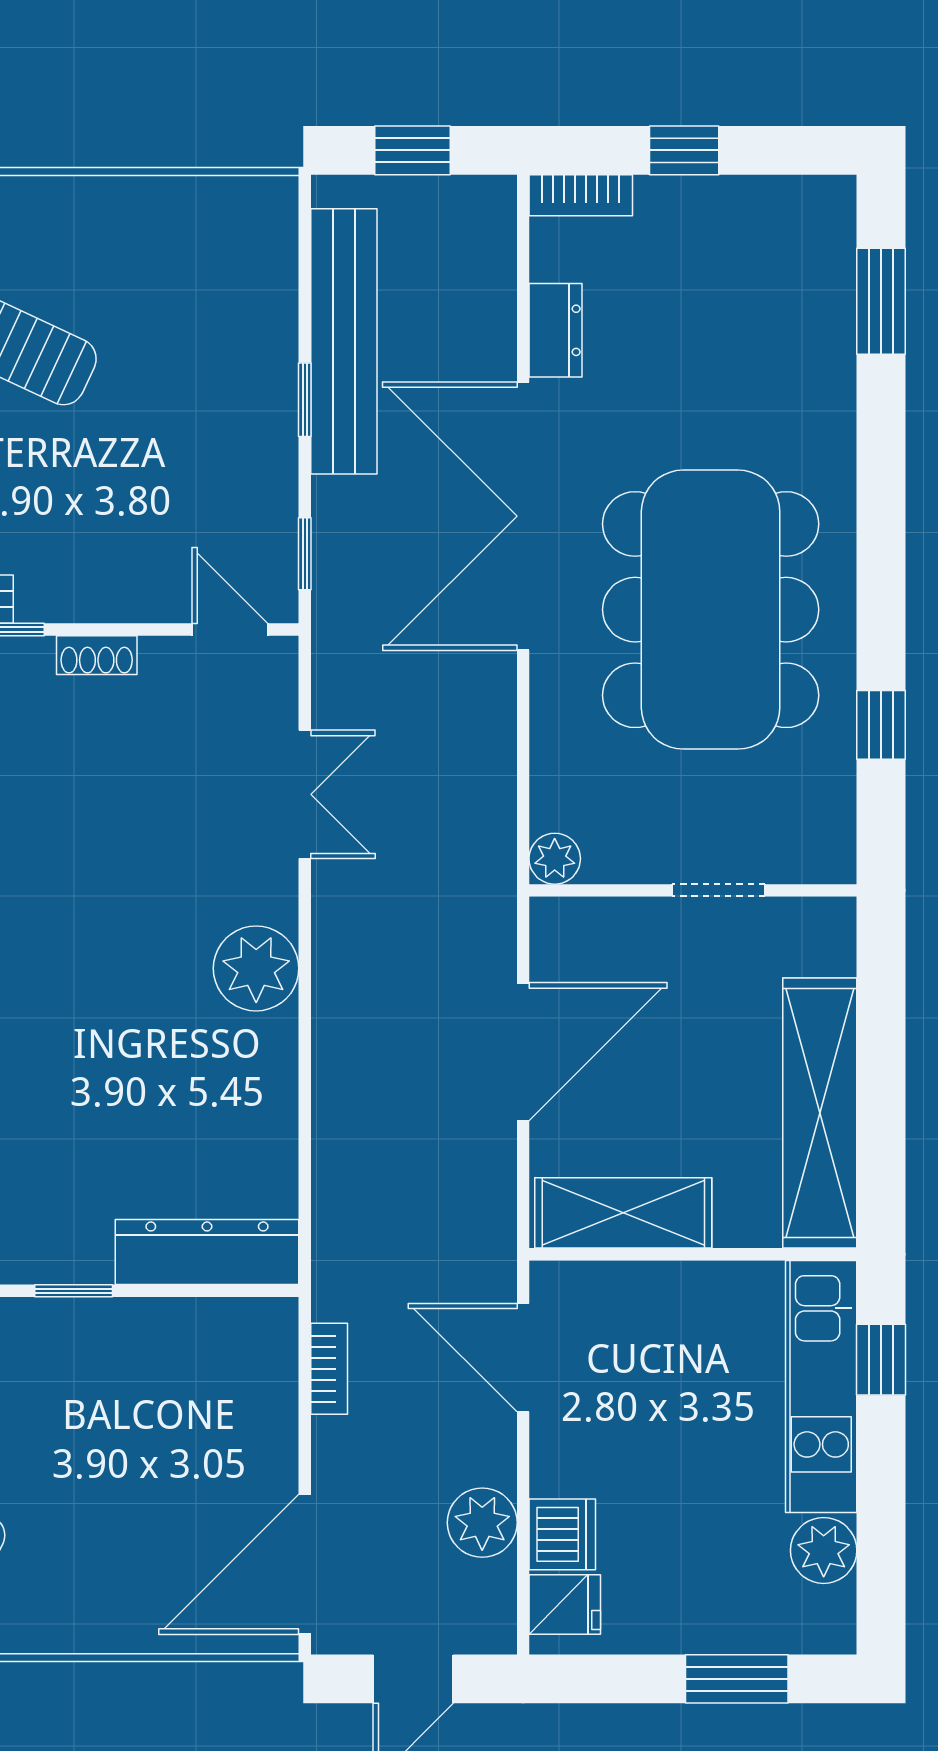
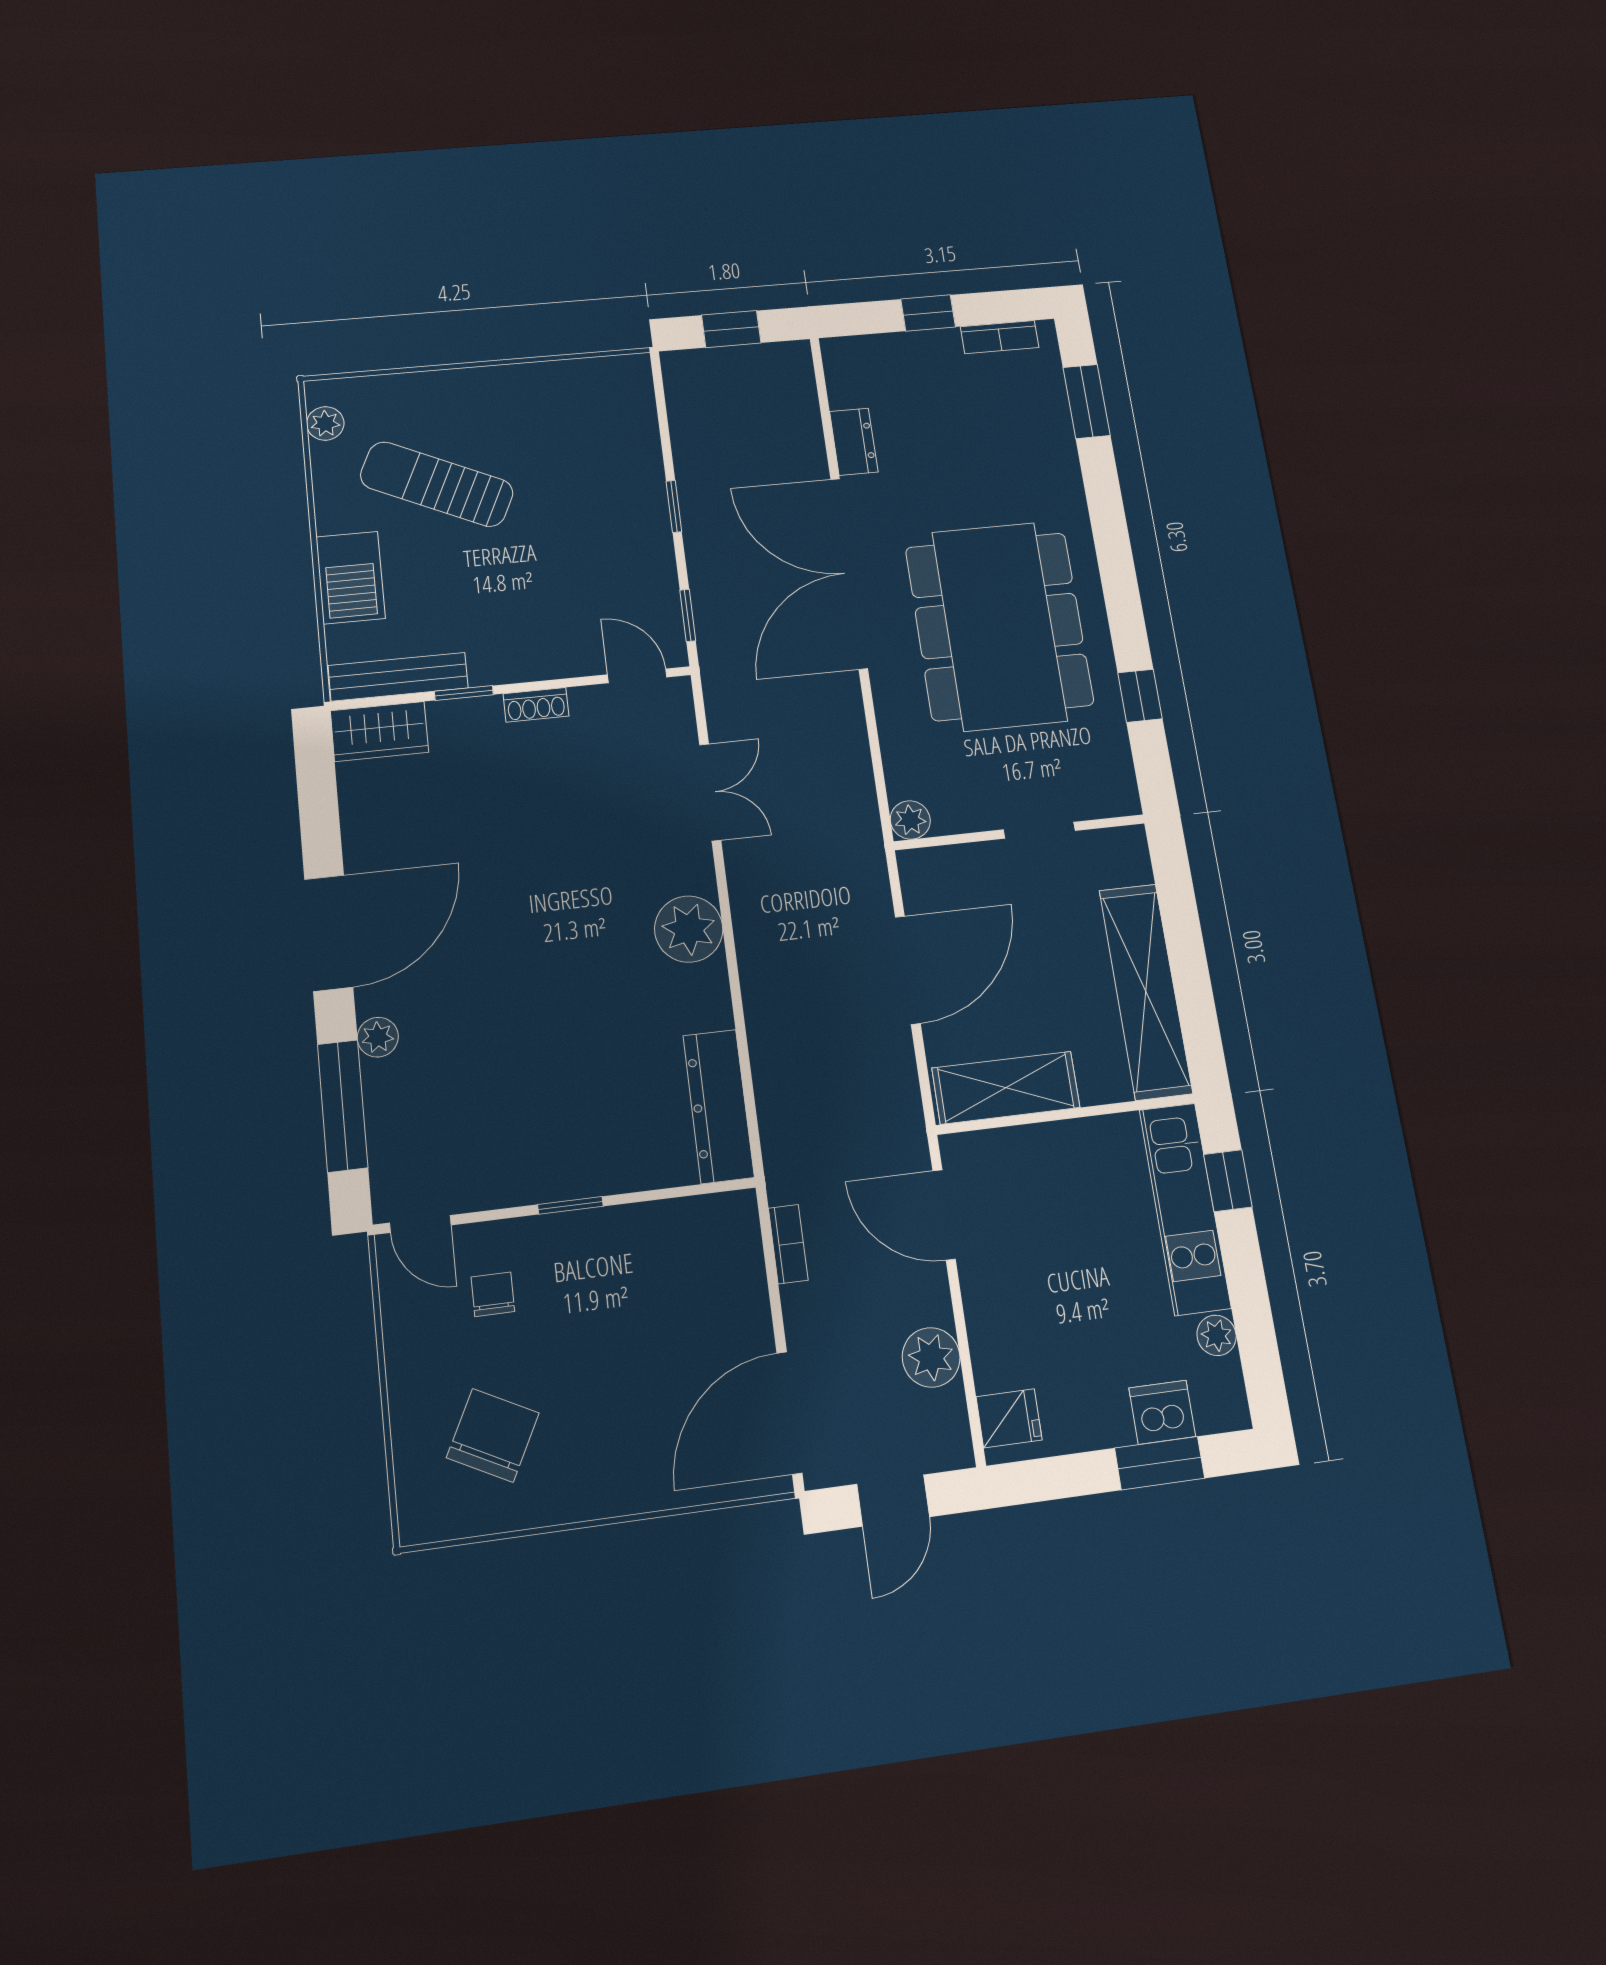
bookcase: (581, 195) -> (1000, 337), moved
bench: (344, 341) -> (698, 463), removed
dresser: (207, 1252) -> (719, 1106), moved, turned -90
dishwasher: (562, 1534) -> (1162, 1412), moved, turned -90
plant: (824, 1550) -> (1217, 1335), width x0.73, depth x0.73

